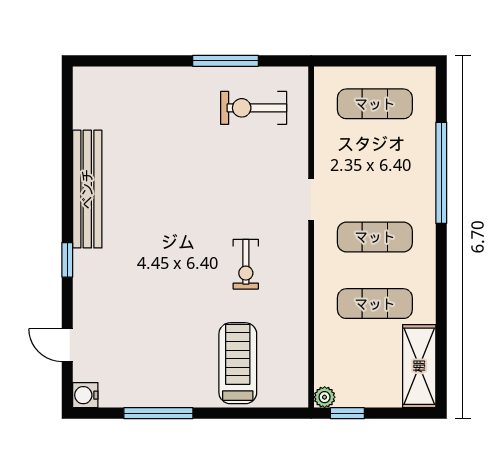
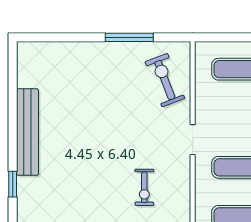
exercise bike: (254, 108) -> (165, 80), moved, turned 69

